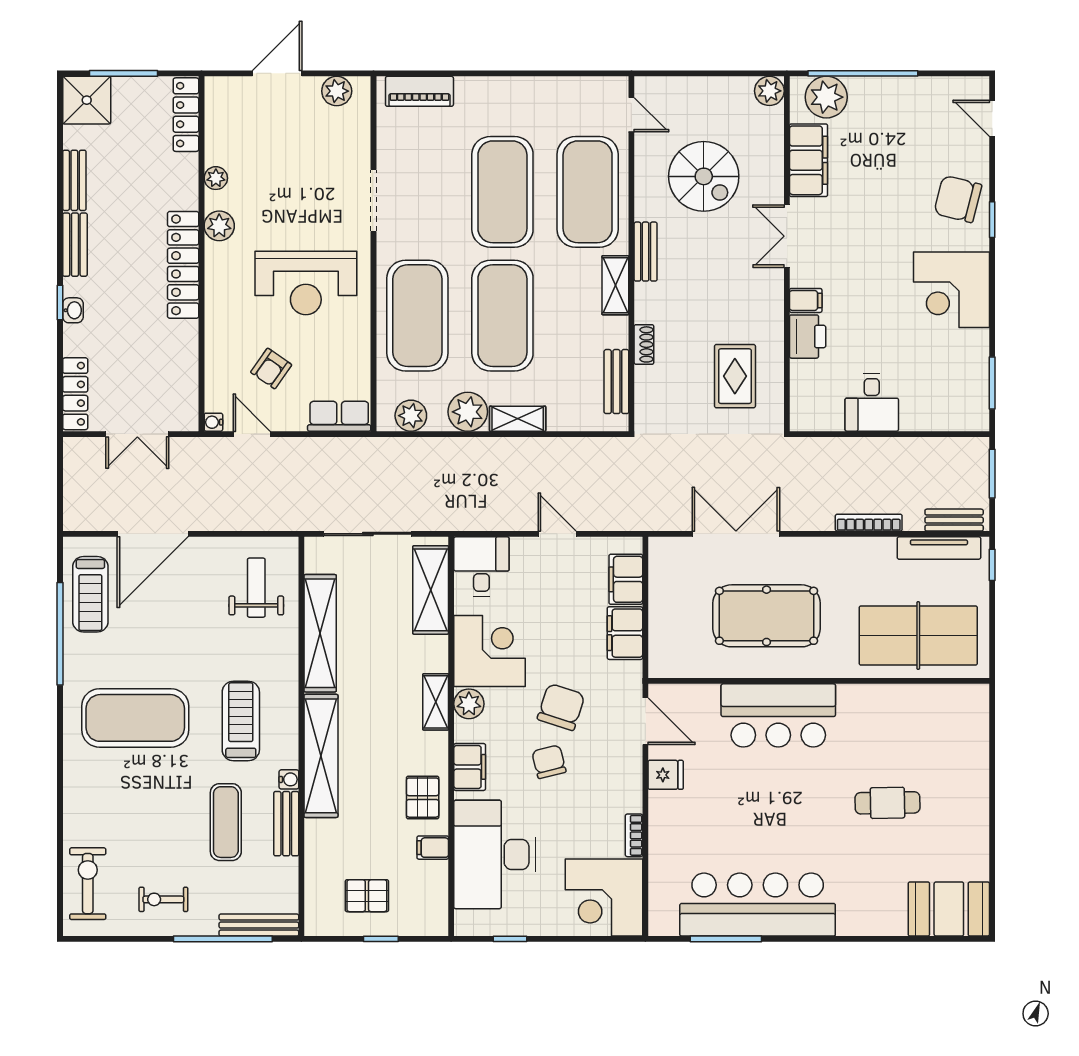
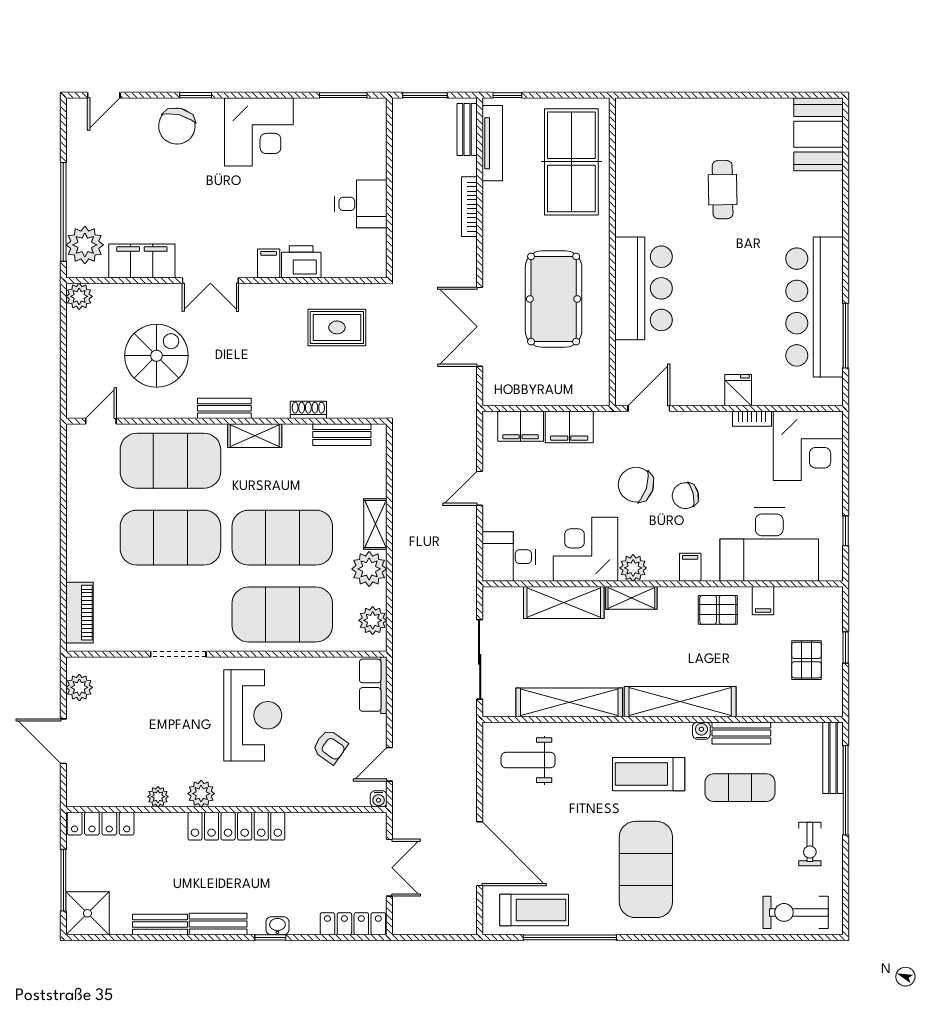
shelving: (431, 590) -> (564, 603), moved
filing cabinet: (470, 767) -> (690, 567), width x0.50
fridge: (666, 775) -> (738, 390), moved

